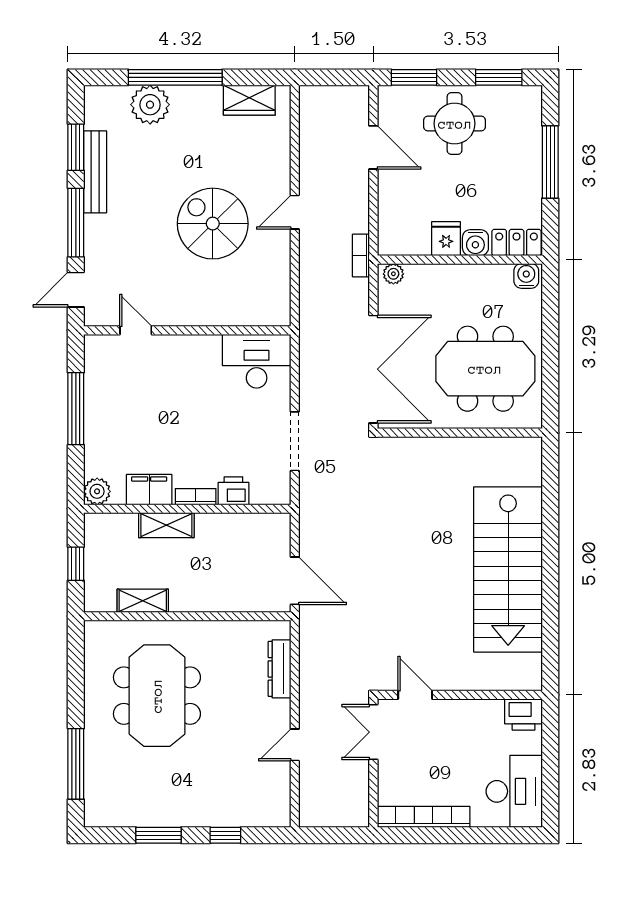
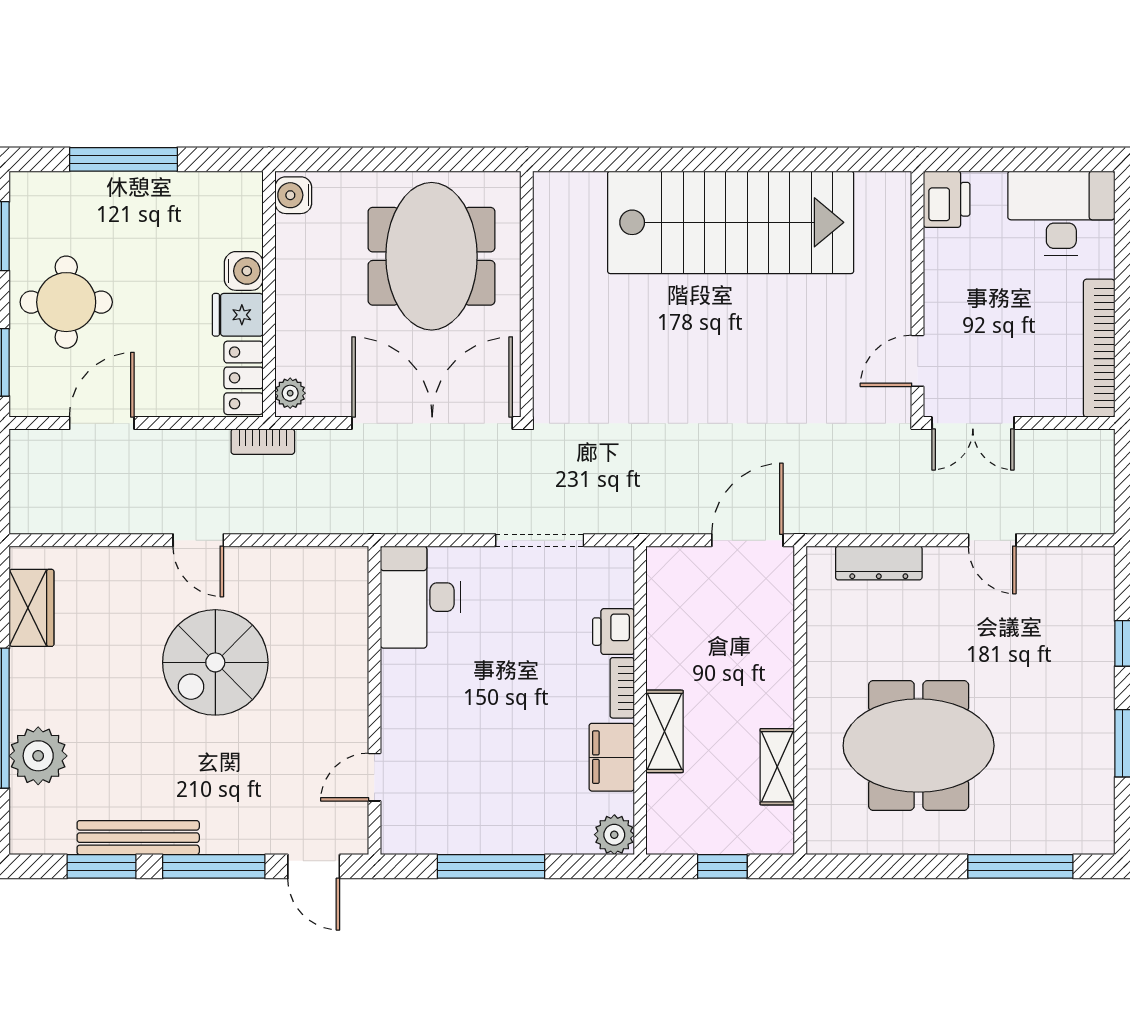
locker: (517, 243) -> (244, 378), moved

